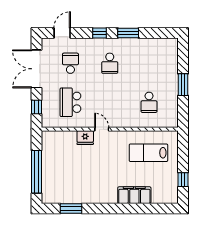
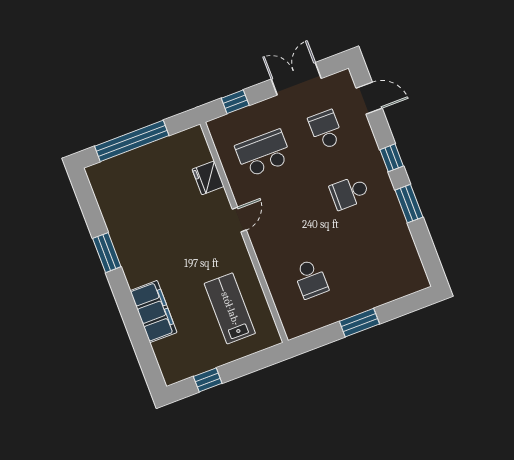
school desk: (70, 63) -> (326, 130), turned -90
double door: (36, 69) -> (296, 79), width x0.73
school desk: (149, 102) -> (311, 279), turned -90
fridge: (85, 138) -> (208, 178), moved
window: (71, 208) -> (107, 253), moved

